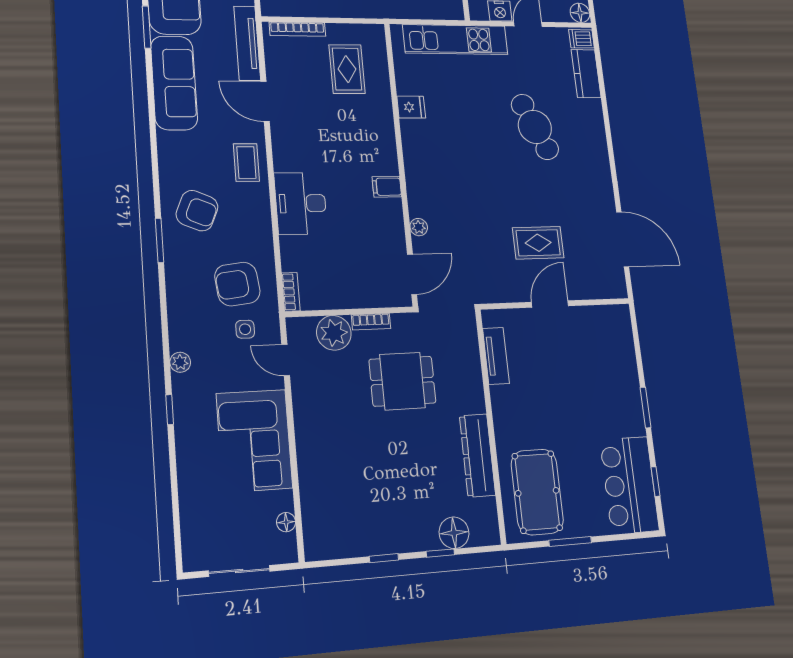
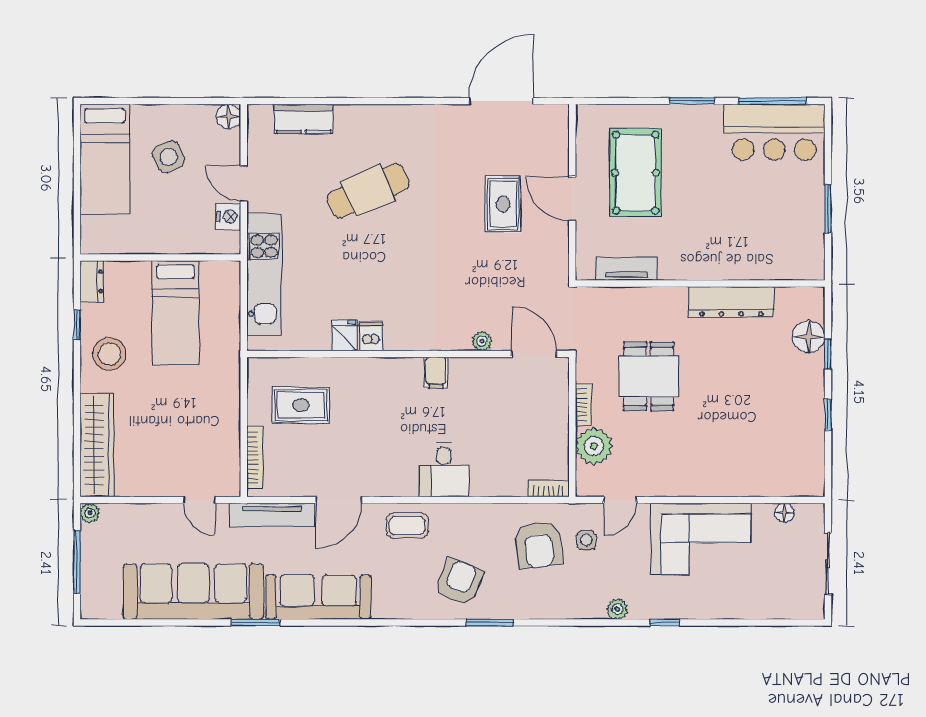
dishwasher: (582, 39) -> (371, 336), moved, turned 180
desk: (301, 203) -> (444, 470), width x0.73
window: (655, 482) -> (773, 101), width x2.17
pool table: (537, 492) -> (636, 173), moved, turned 90

